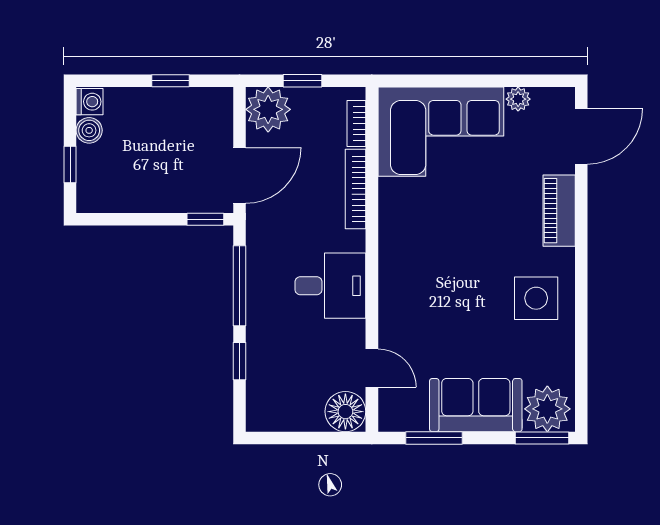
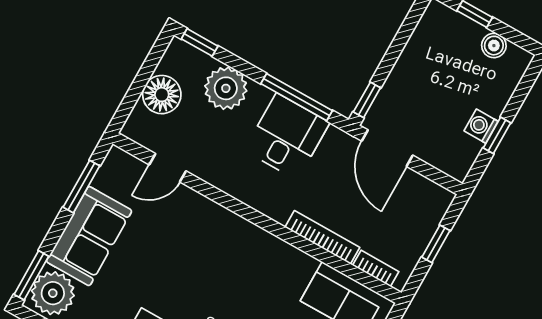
washing machine: (90, 102) -> (481, 126), moved, turned 90
plant: (268, 109) -> (226, 88), moved
desk: (330, 286) -> (287, 136), moved, turned 180
window: (239, 361) -> (200, 42), moved
floor lamp: (345, 412) -> (162, 95), moved

